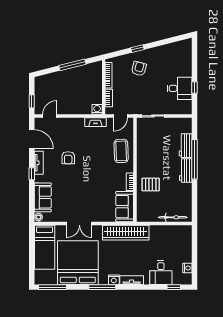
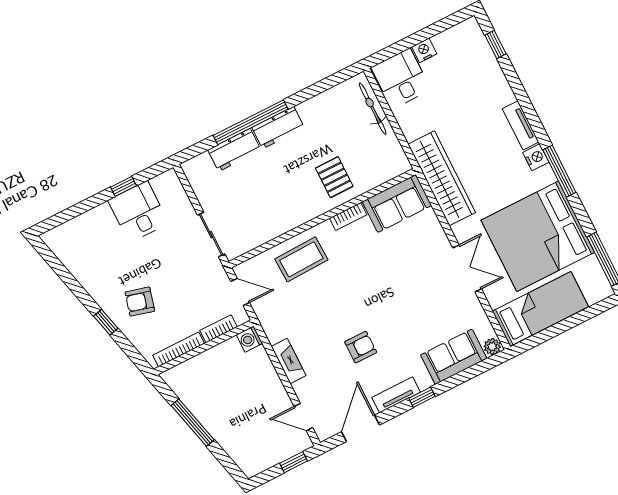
fireplace: (95, 122) -> (289, 361), moved
nightstand: (187, 268) -> (424, 50), moved
desk: (161, 273) -> (401, 78), moved, turned -90

